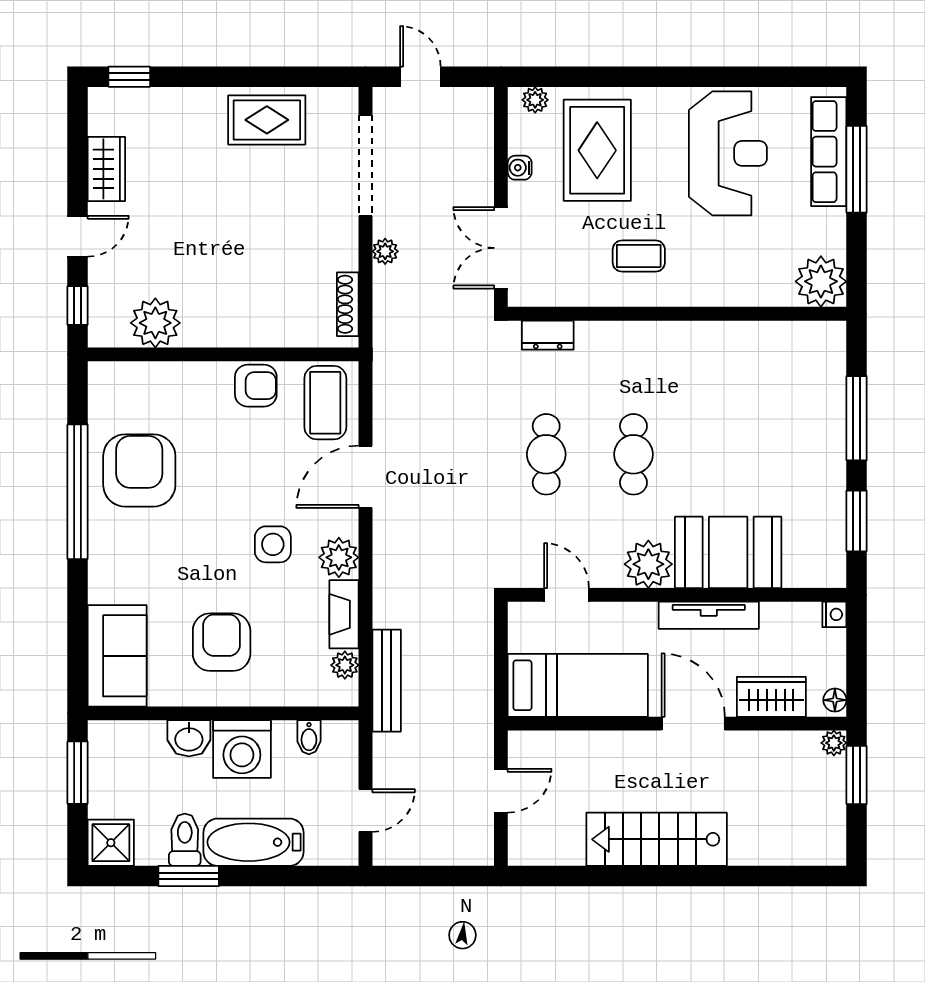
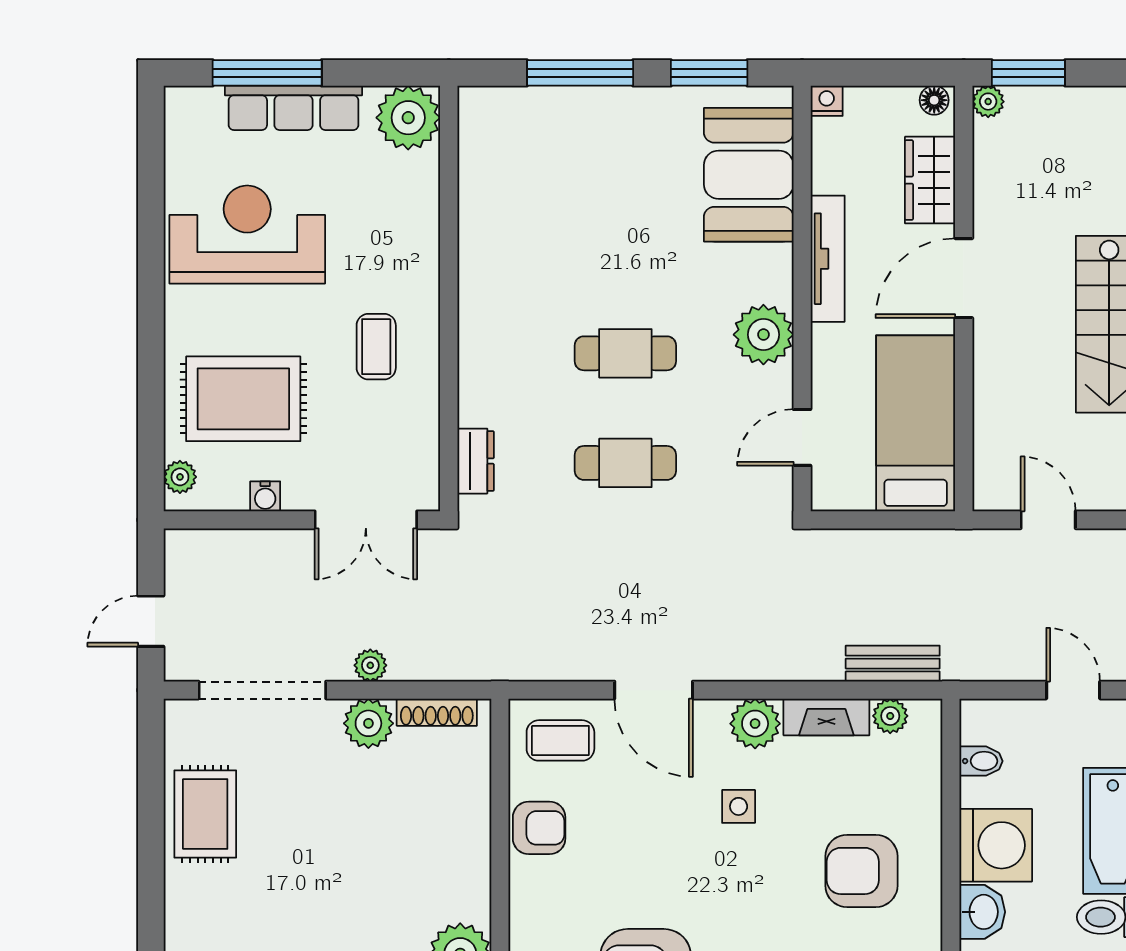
row of seats: (829, 152) -> (294, 108), moved
plant: (339, 250) -> (368, 723), added
armchair: (256, 386) -> (539, 828), turned 90
coffee table: (325, 403) -> (560, 740), width x0.73, depth x0.77
side table: (273, 544) -> (739, 806), width x0.73, depth x0.73
booth: (728, 552) -> (749, 175), moved
bench: (387, 681) -> (893, 664), width x0.73

